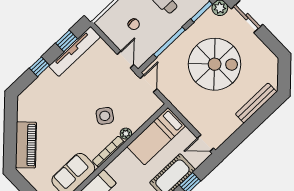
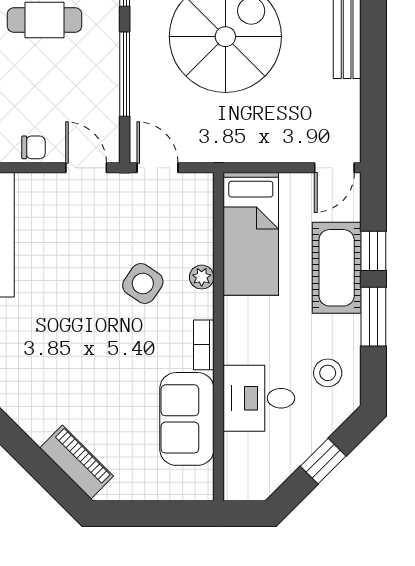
chair: (134, 24) -> (33, 147), moved
piano: (26, 145) -> (77, 462), width x0.73, depth x0.75
bookcase: (108, 152) -> (204, 345), width x0.64

